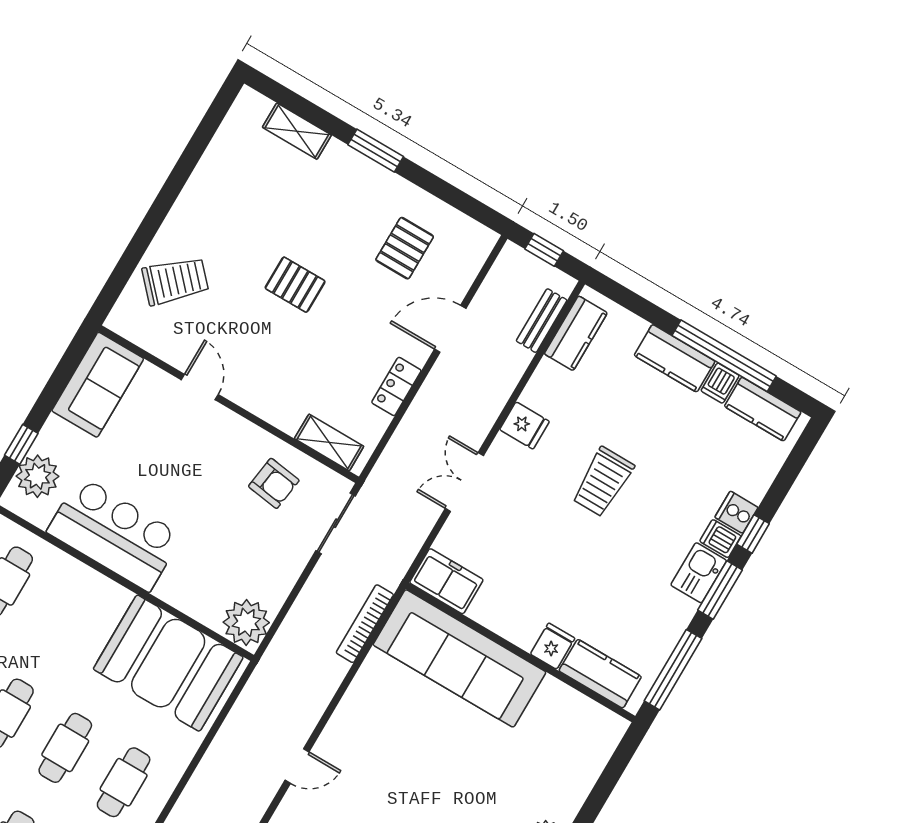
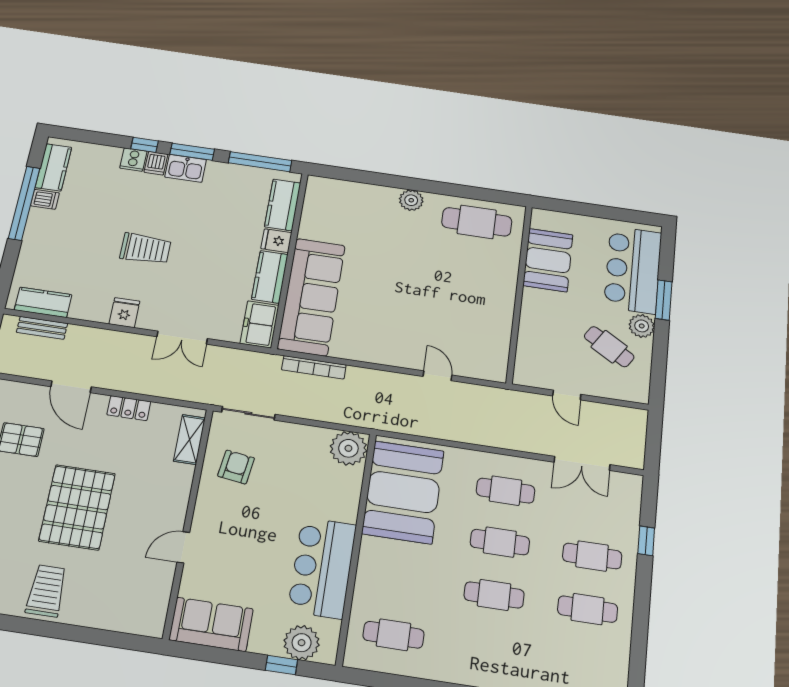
trolley: (175, 281) -> (46, 591), moved, turned 43
pallet: (295, 285) -> (77, 507), width x2.05, depth x2.00
kitchen counter: (675, 358) -> (270, 277), moved, turned 180

